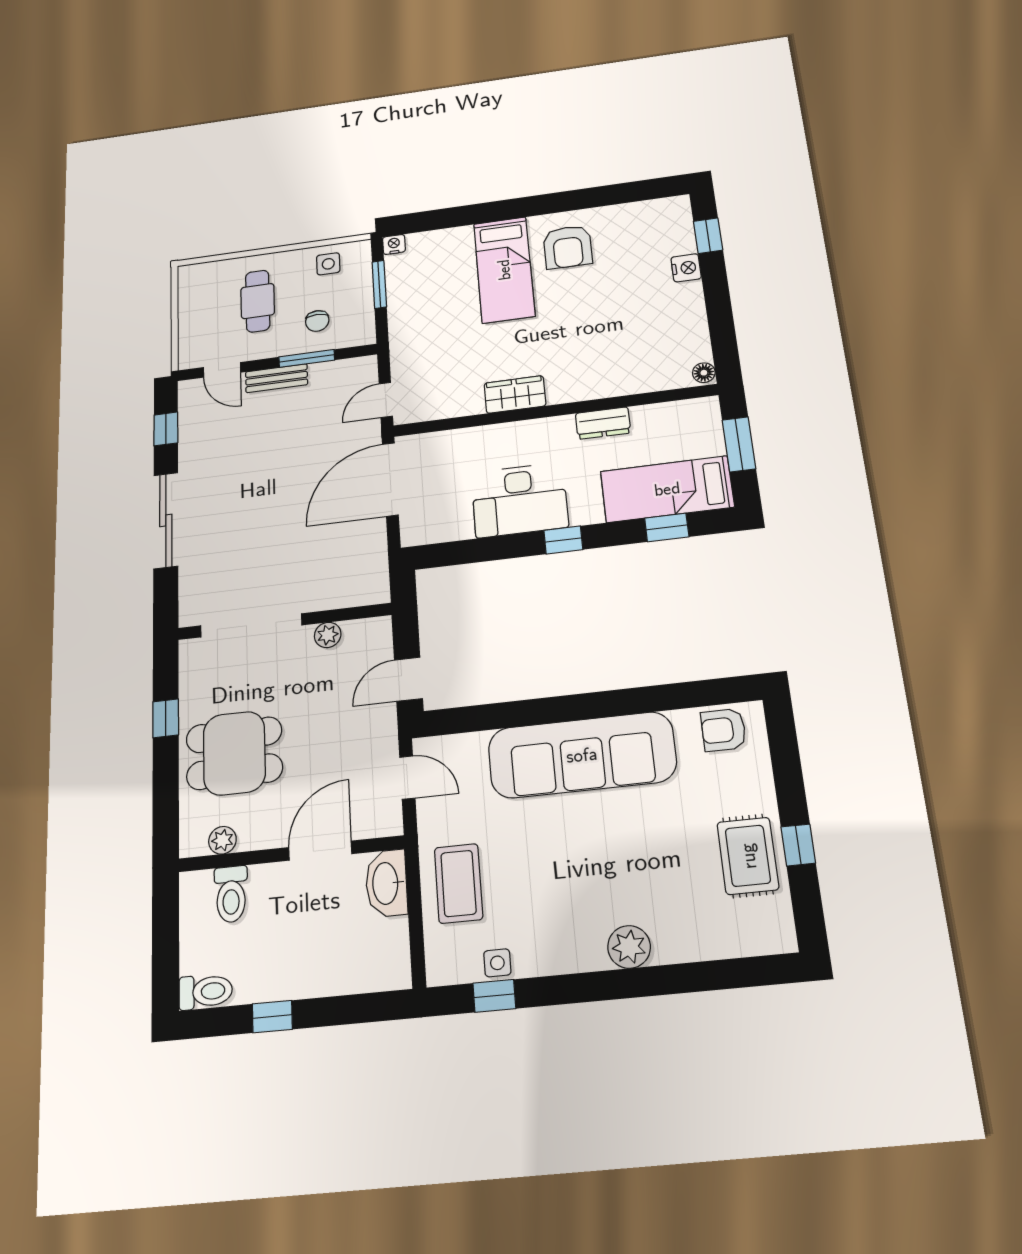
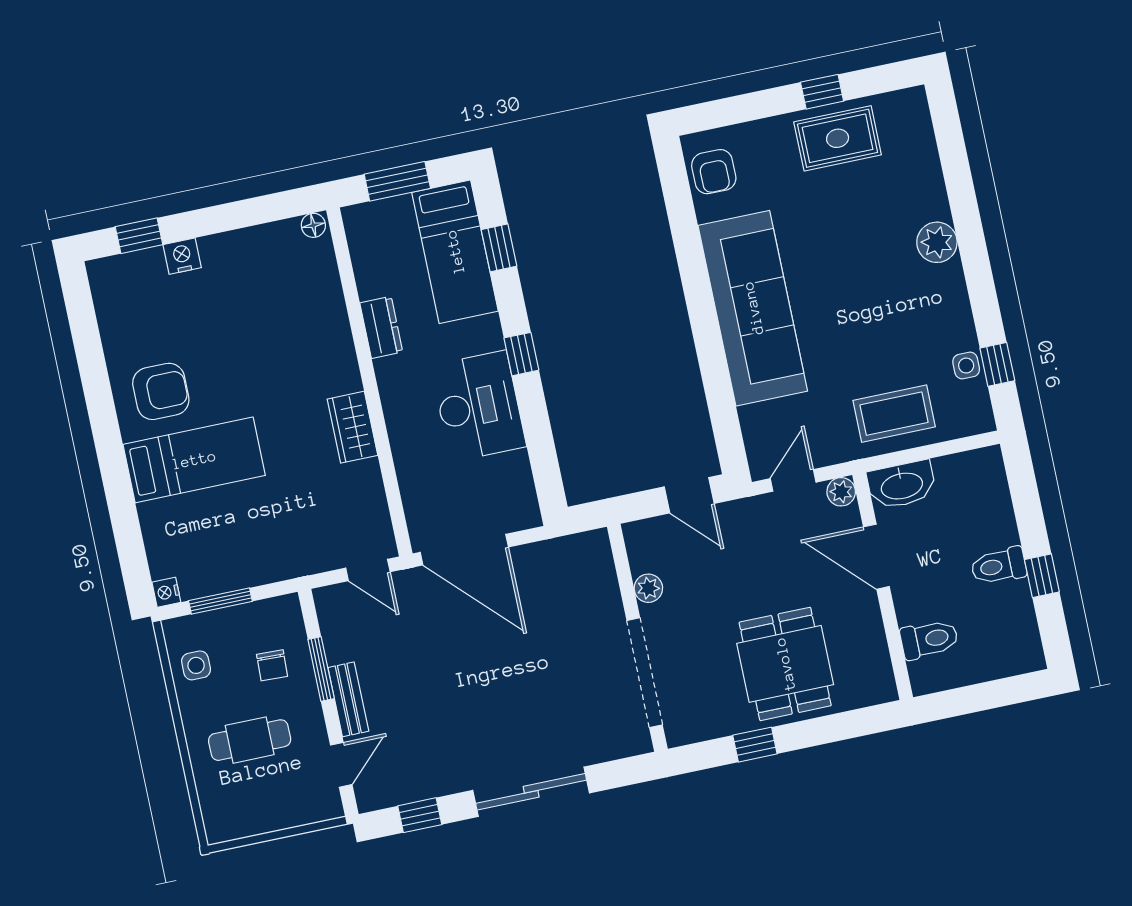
chair: (317, 321) -> (272, 665), turned 92
plant: (222, 840) -> (841, 492), moved
toilet: (206, 992) -> (999, 566), moved, turned -90

